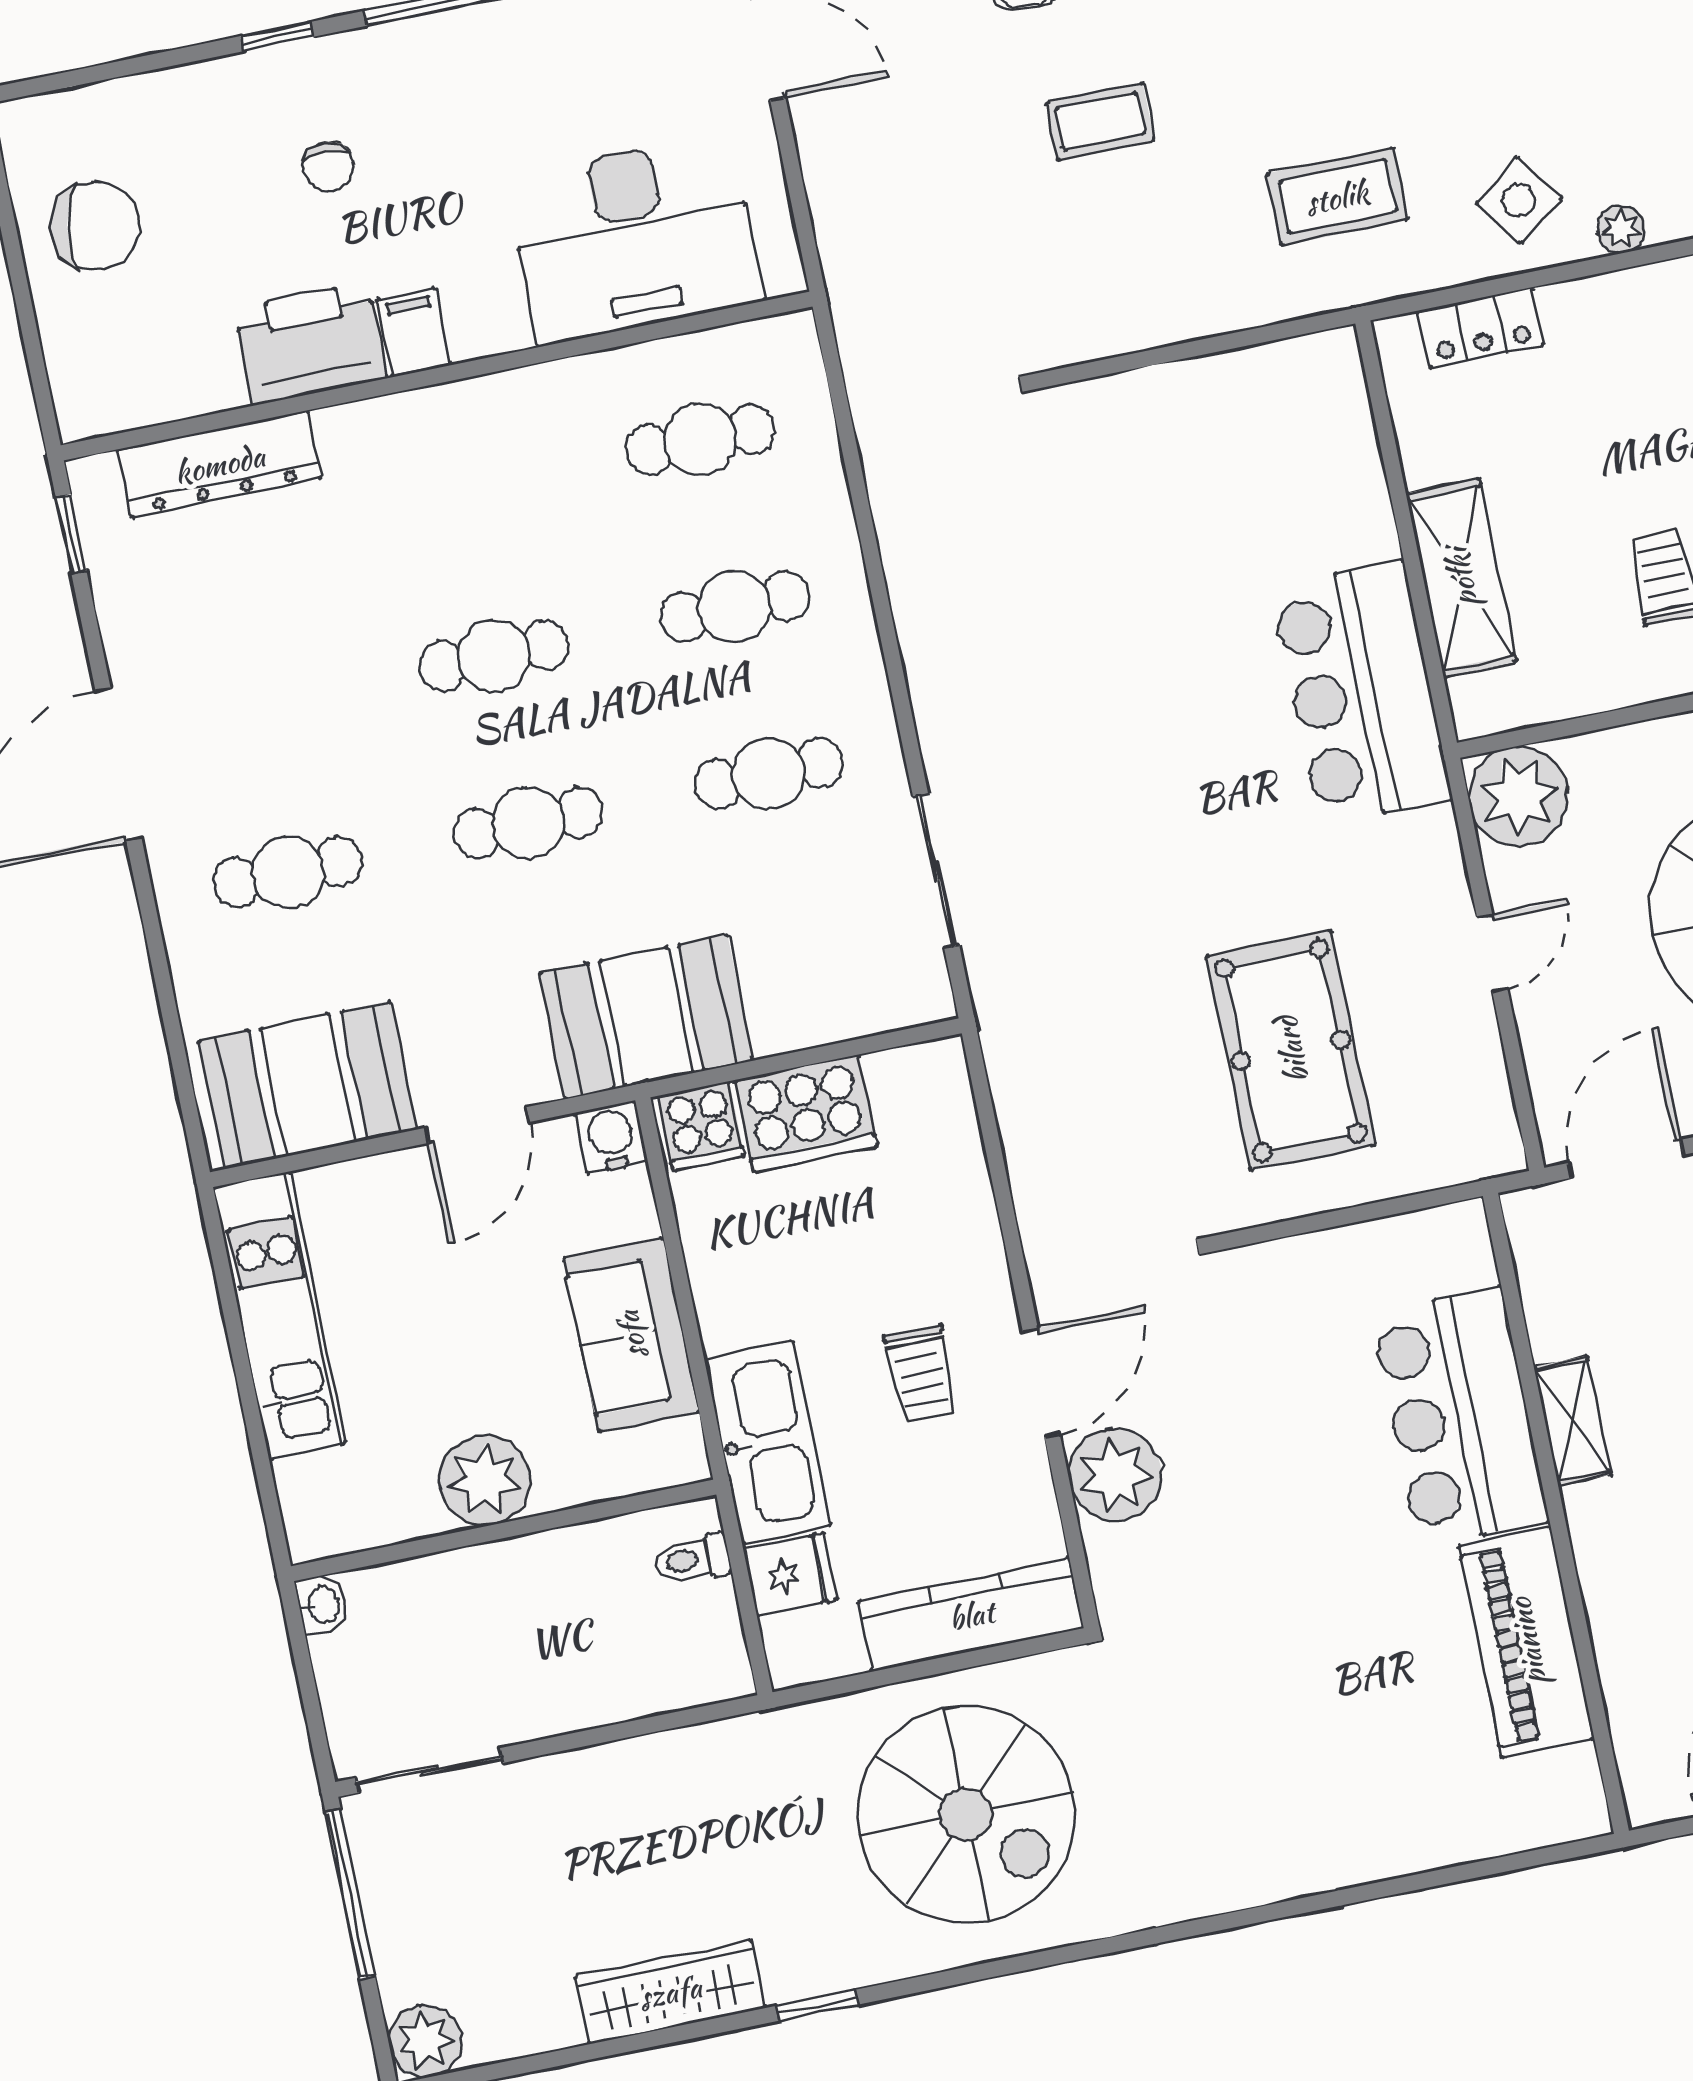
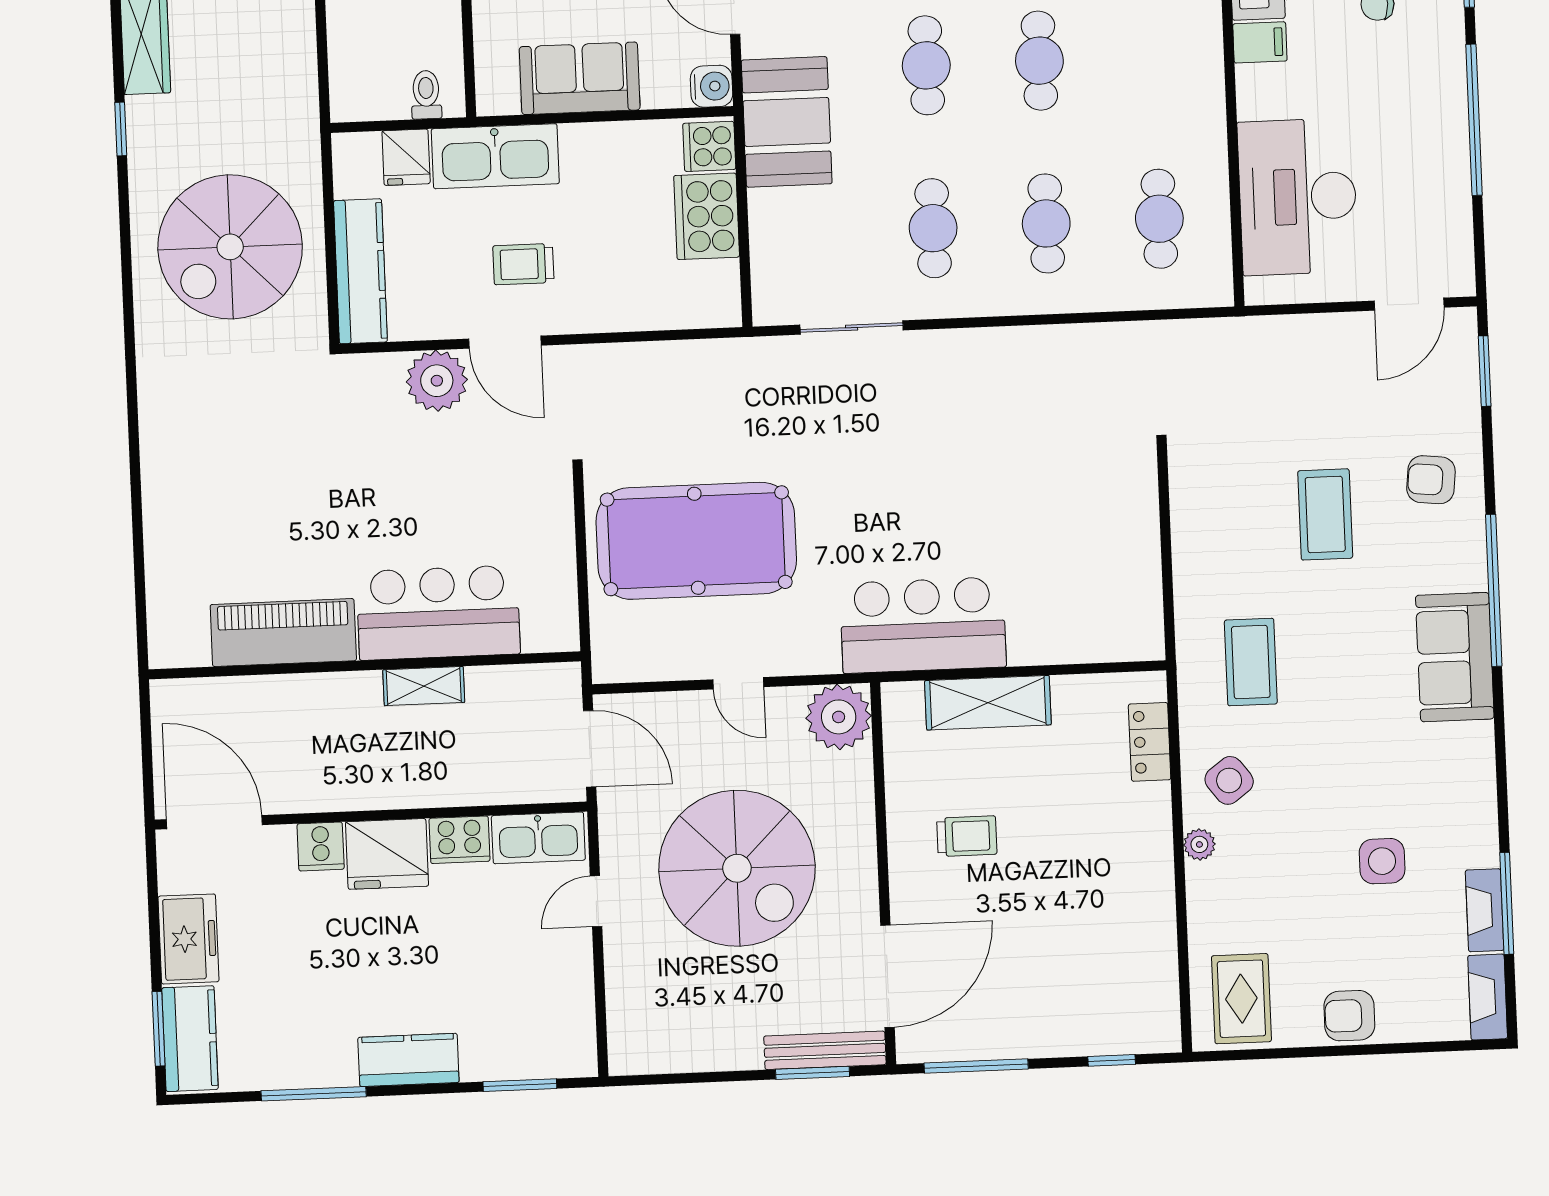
coffee table: (1100, 122) -> (1325, 514), width x1.36, depth x1.30
pool table: (1291, 1050) -> (696, 541), width x1.36, depth x1.32

